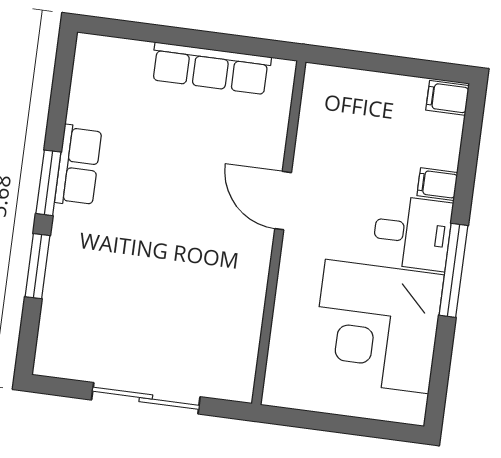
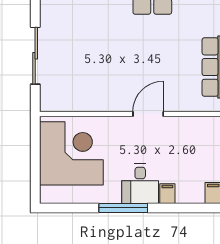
corner desk: (377, 326) -> (71, 153), moved, turned 90

